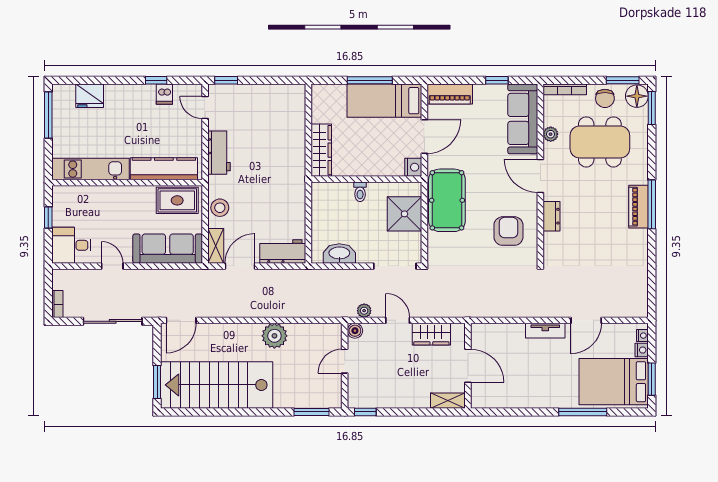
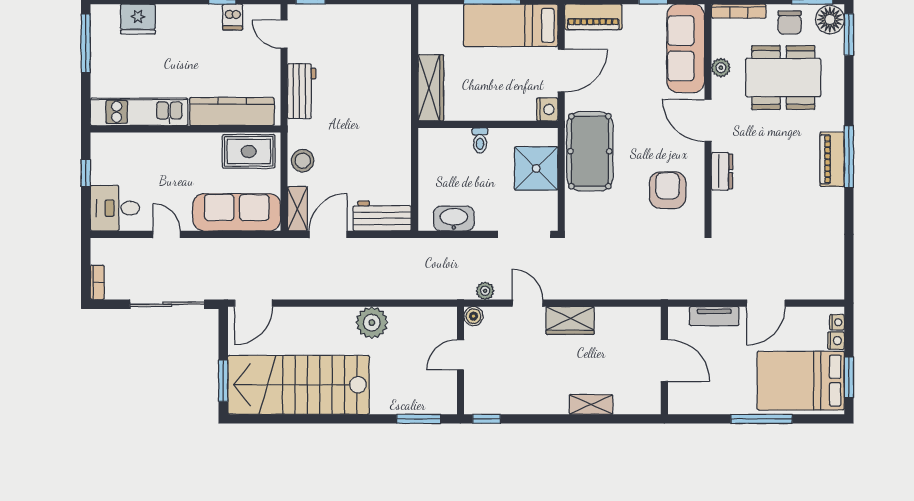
door: (468, 366) -> (664, 360), moved
wall: (468, 366) -> (664, 360), moved

